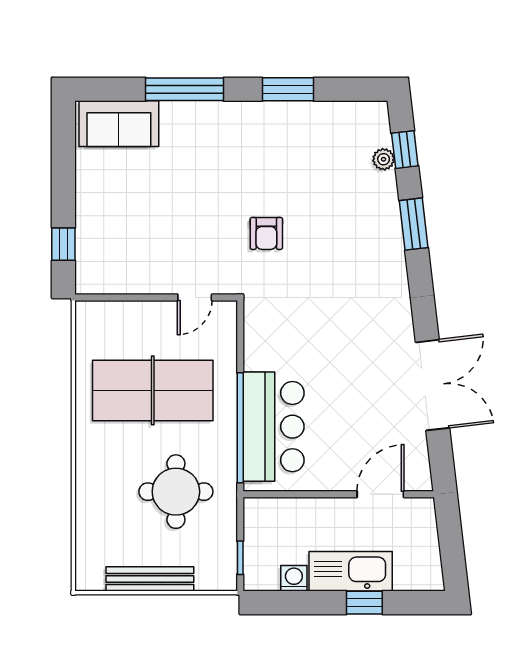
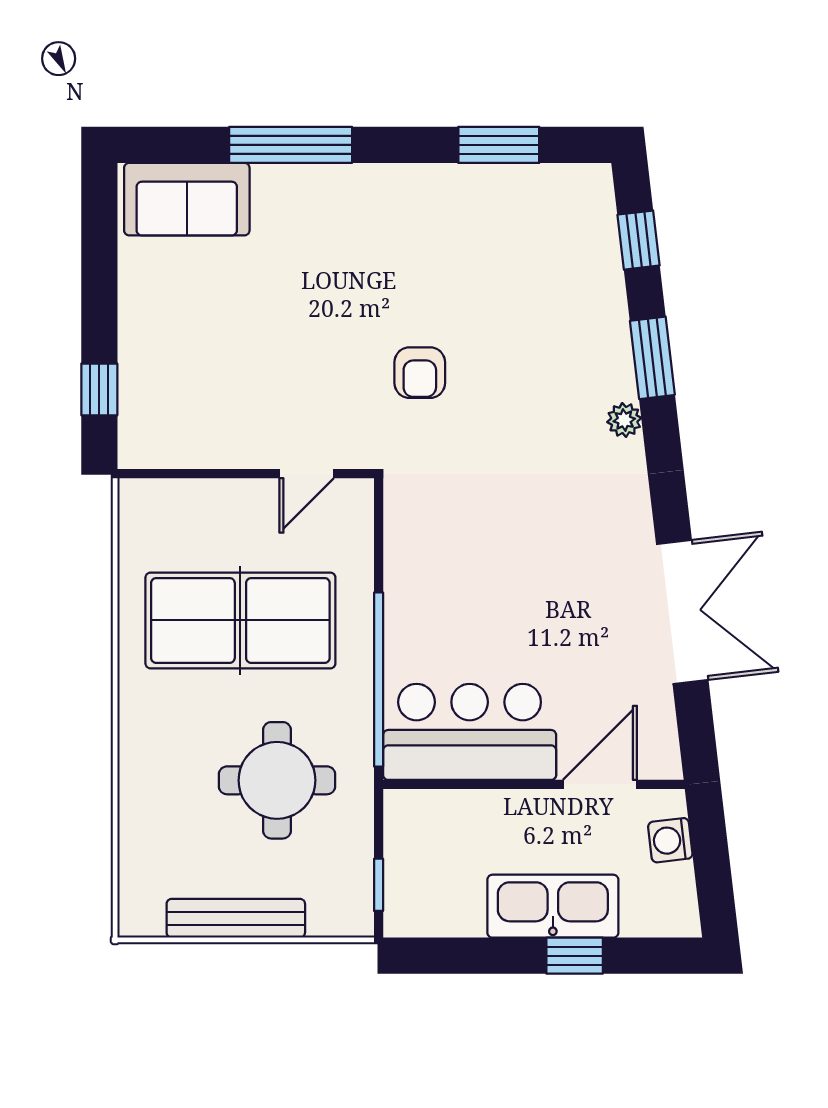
window: (288, 89) -> (499, 145), moved
plant: (384, 159) -> (624, 420), moved
bar counter: (274, 427) -> (470, 732), moved, turned -90
washing machine: (294, 578) -> (670, 840), moved, turned -97

